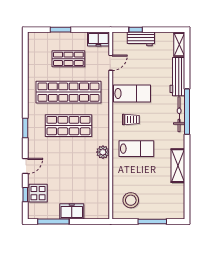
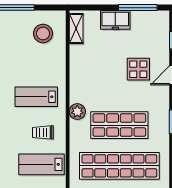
plant: (103, 152) -> (77, 112), moved
display table: (38, 193) -> (138, 69), moved
shelving: (104, 204) -> (76, 28), added

